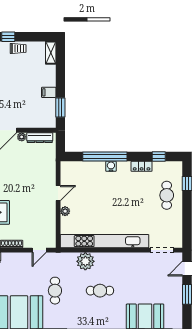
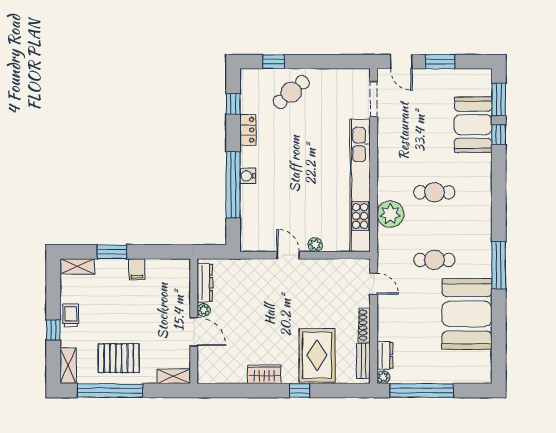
window: (60, 107) -> (112, 252), moved
cafe table: (167, 195) -> (291, 92), turned -41
cafe table: (100, 291) -> (434, 192), turned 90

